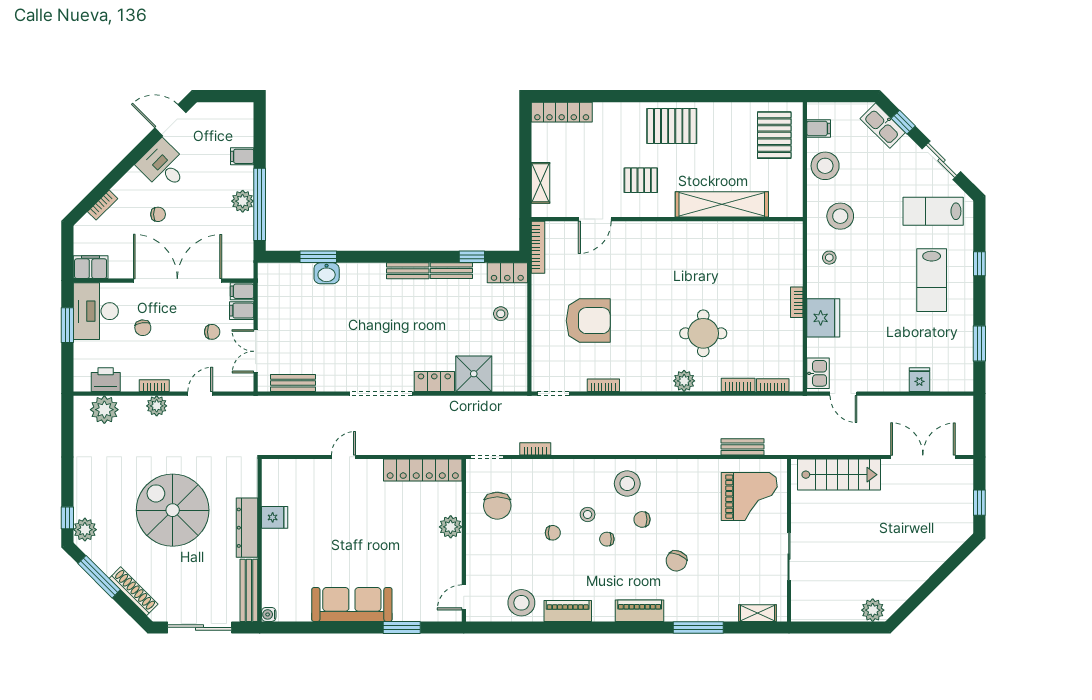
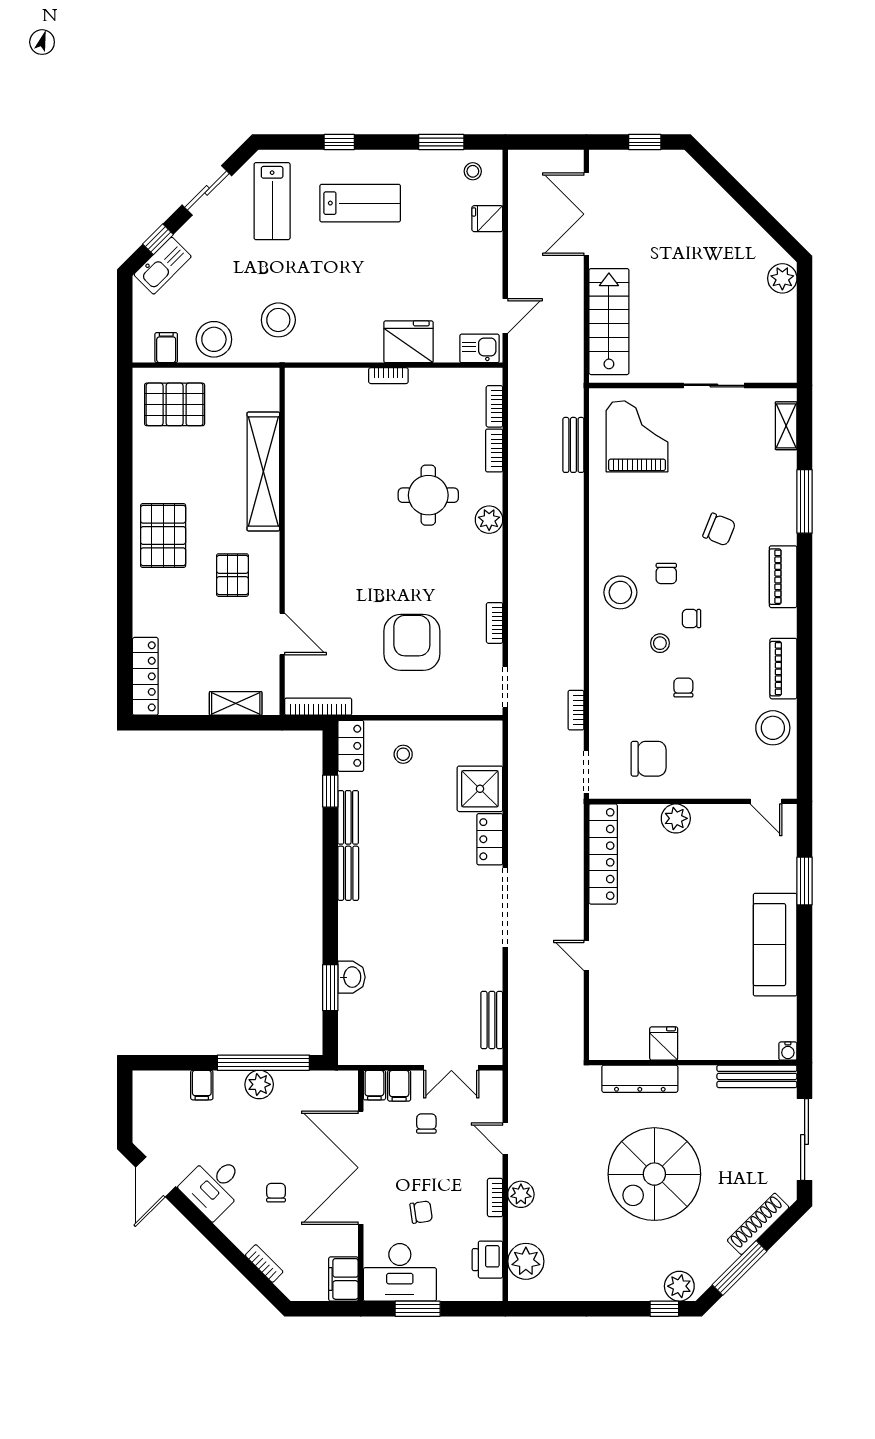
stool: (829, 258) -> (473, 171), moved
dresser: (247, 528) -> (640, 1079), moved
chair: (607, 539) -> (692, 619), turned 90

